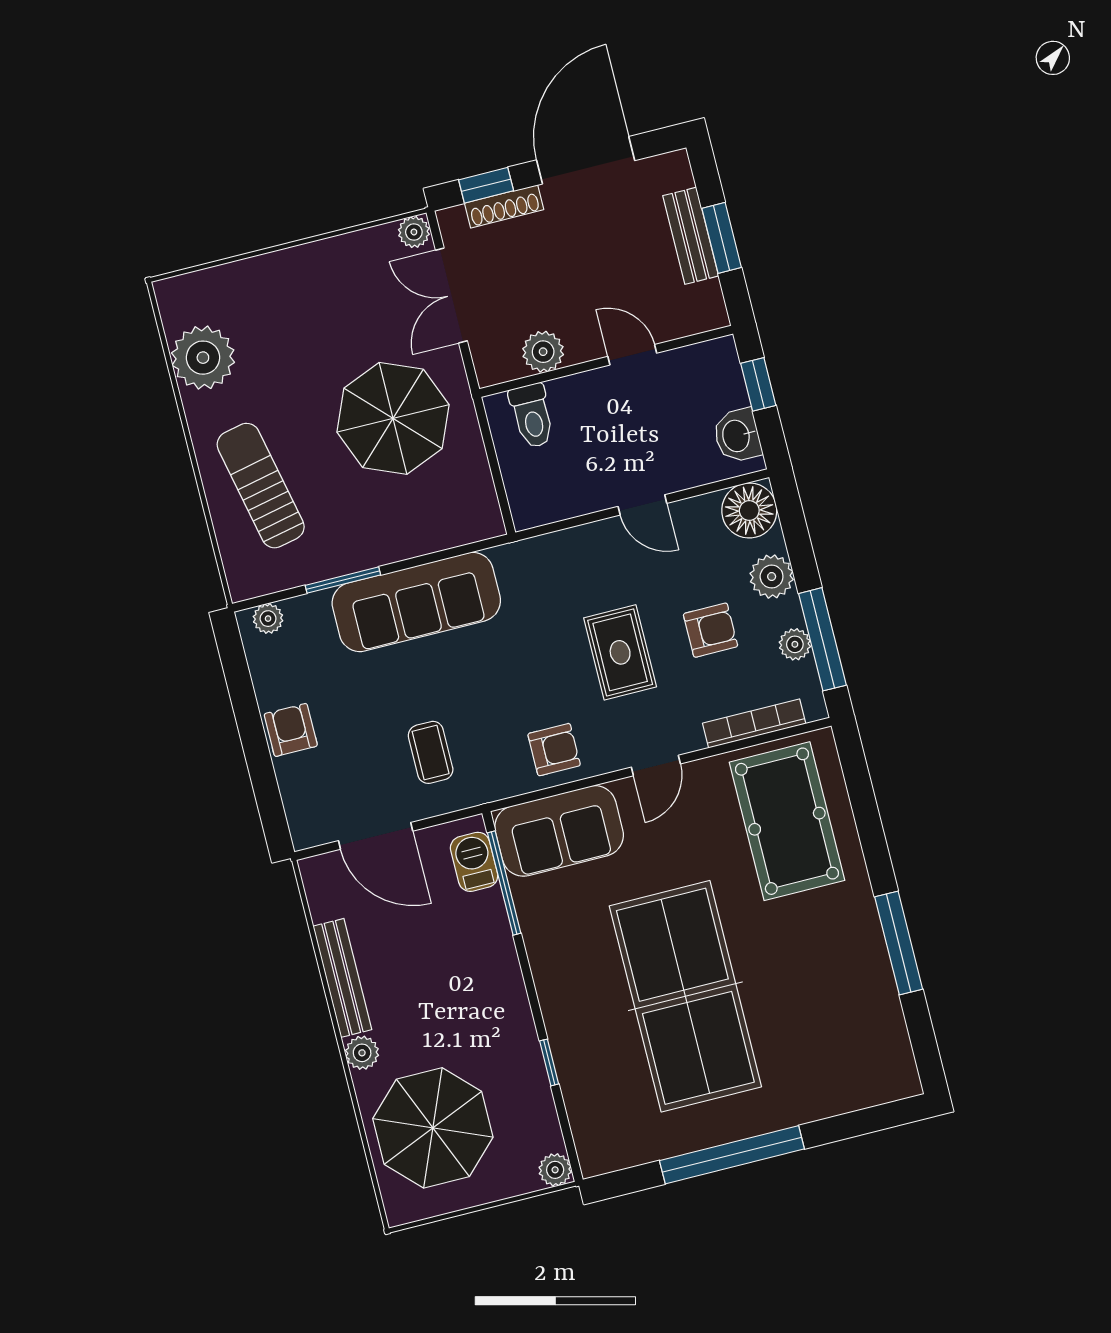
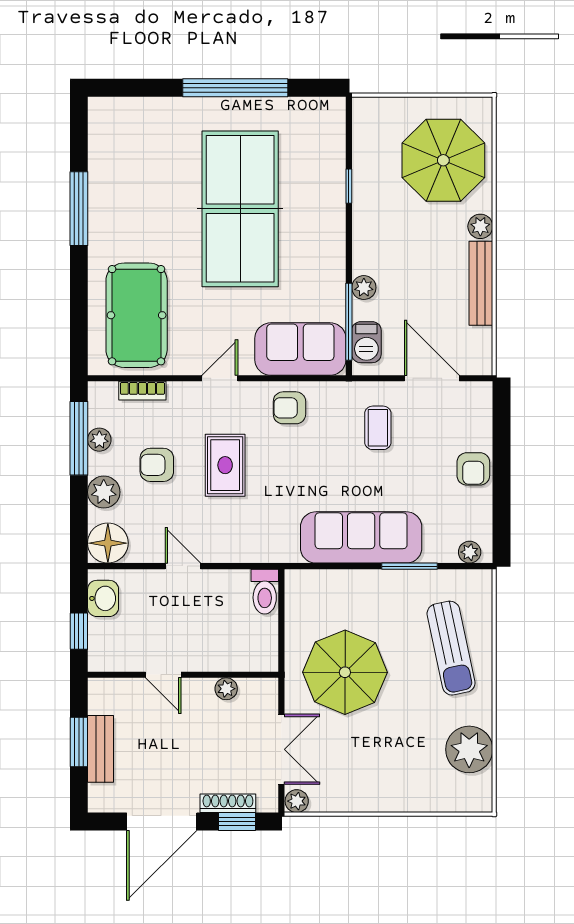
plant: (543, 352) -> (226, 689), width x0.73, depth x0.73
toilet: (532, 416) -> (265, 592), moved, turned 180
bookcase: (754, 723) -> (142, 391), width x0.64
plant: (555, 1170) -> (364, 288), moved

